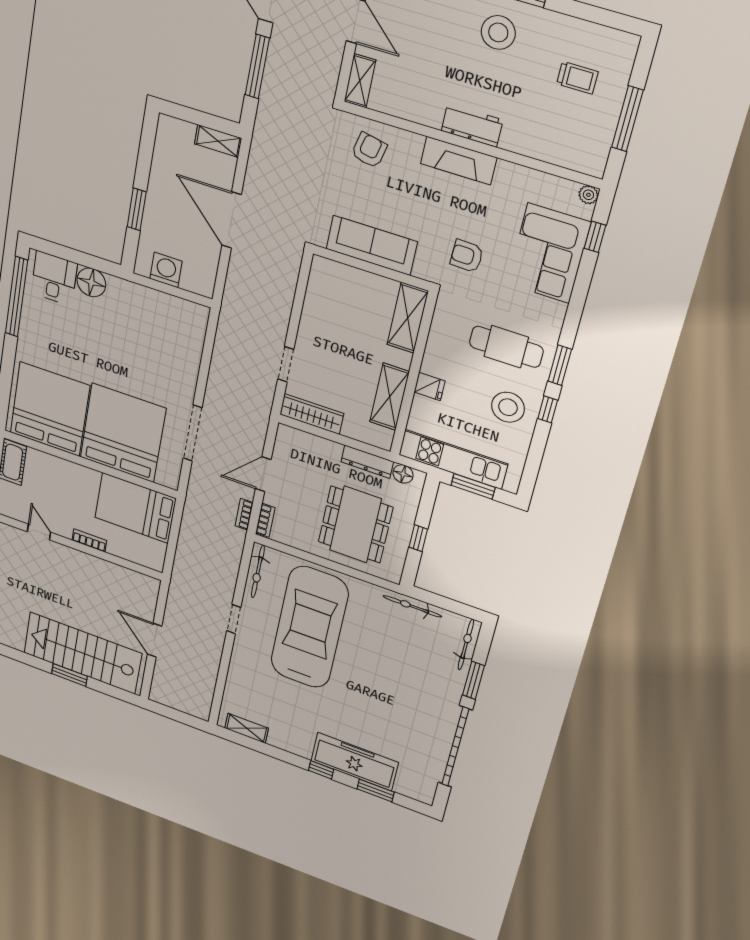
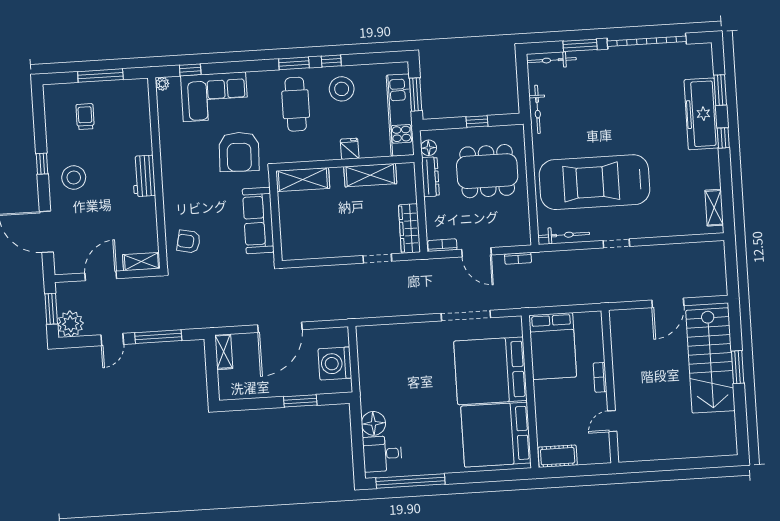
fireplace: (459, 161) -> (172, 178), removed
armchair: (467, 256) -> (239, 152), width x1.88, depth x1.88
washing machine: (166, 270) -> (335, 363), width x1.37, depth x1.37
bookcase: (265, 520) -> (442, 245), moved

